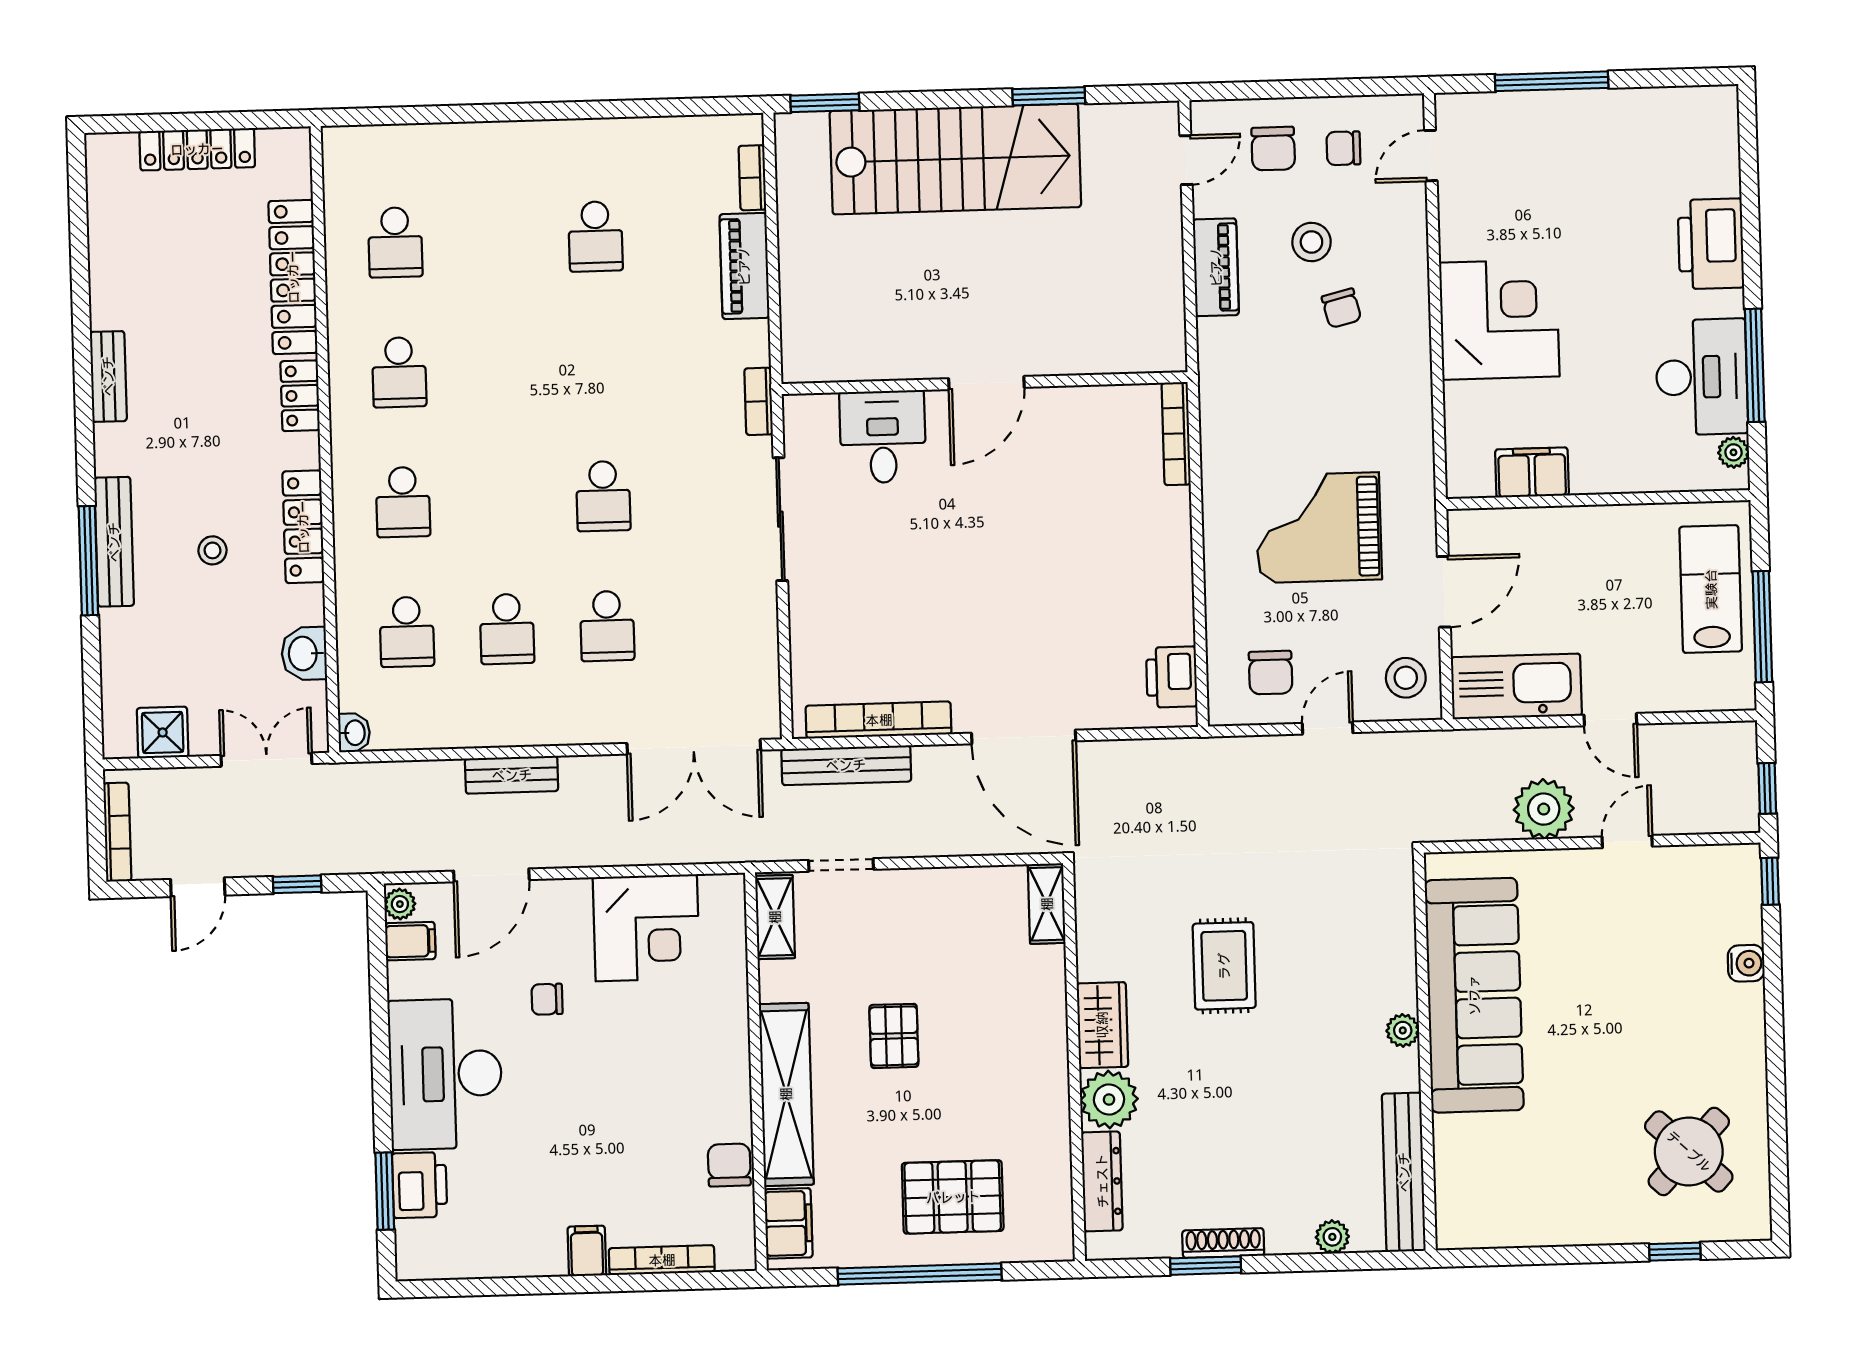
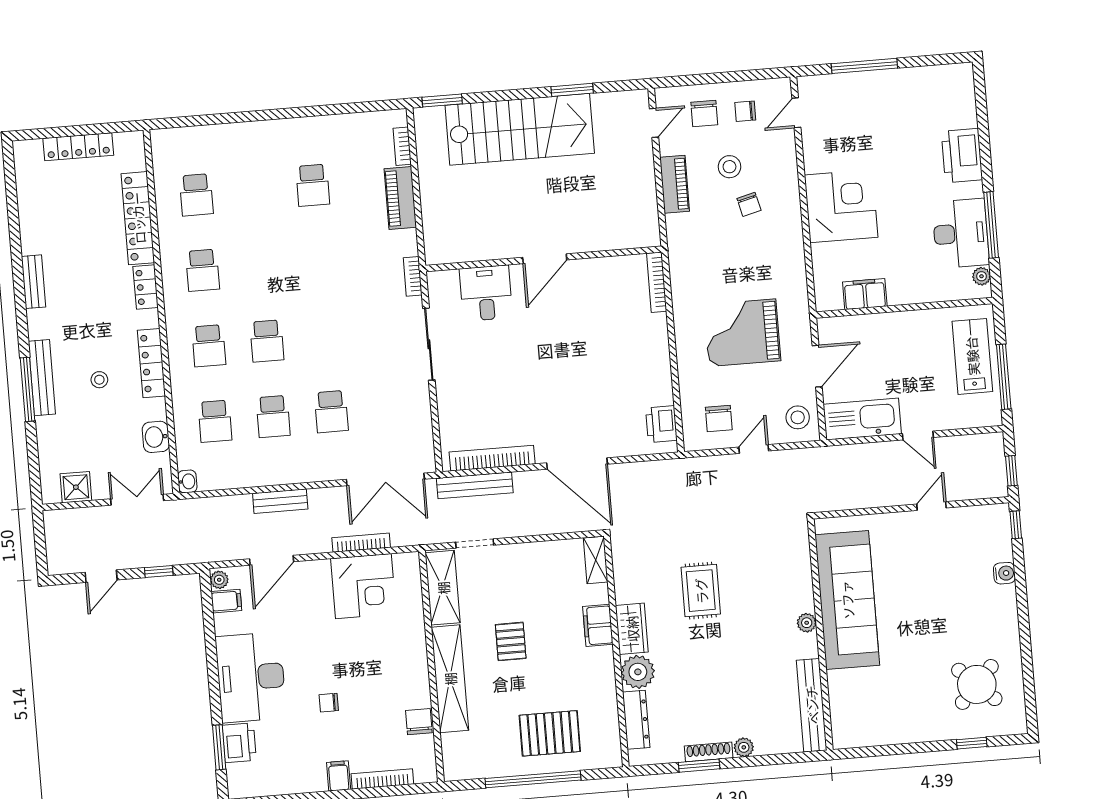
school desk: (603, 496) -> (267, 341), moved
plant: (1544, 809) -> (882, 490), removed
bookcase: (117, 832) -> (361, 543), moved, turned -90
shelving: (775, 917) -> (443, 588), width x1.50, depth x1.33
chair: (547, 999) -> (329, 703), moved
filing cabinet: (788, 1223) -> (598, 625), moved, turned 180
plant: (1332, 1237) -> (744, 747), moved

